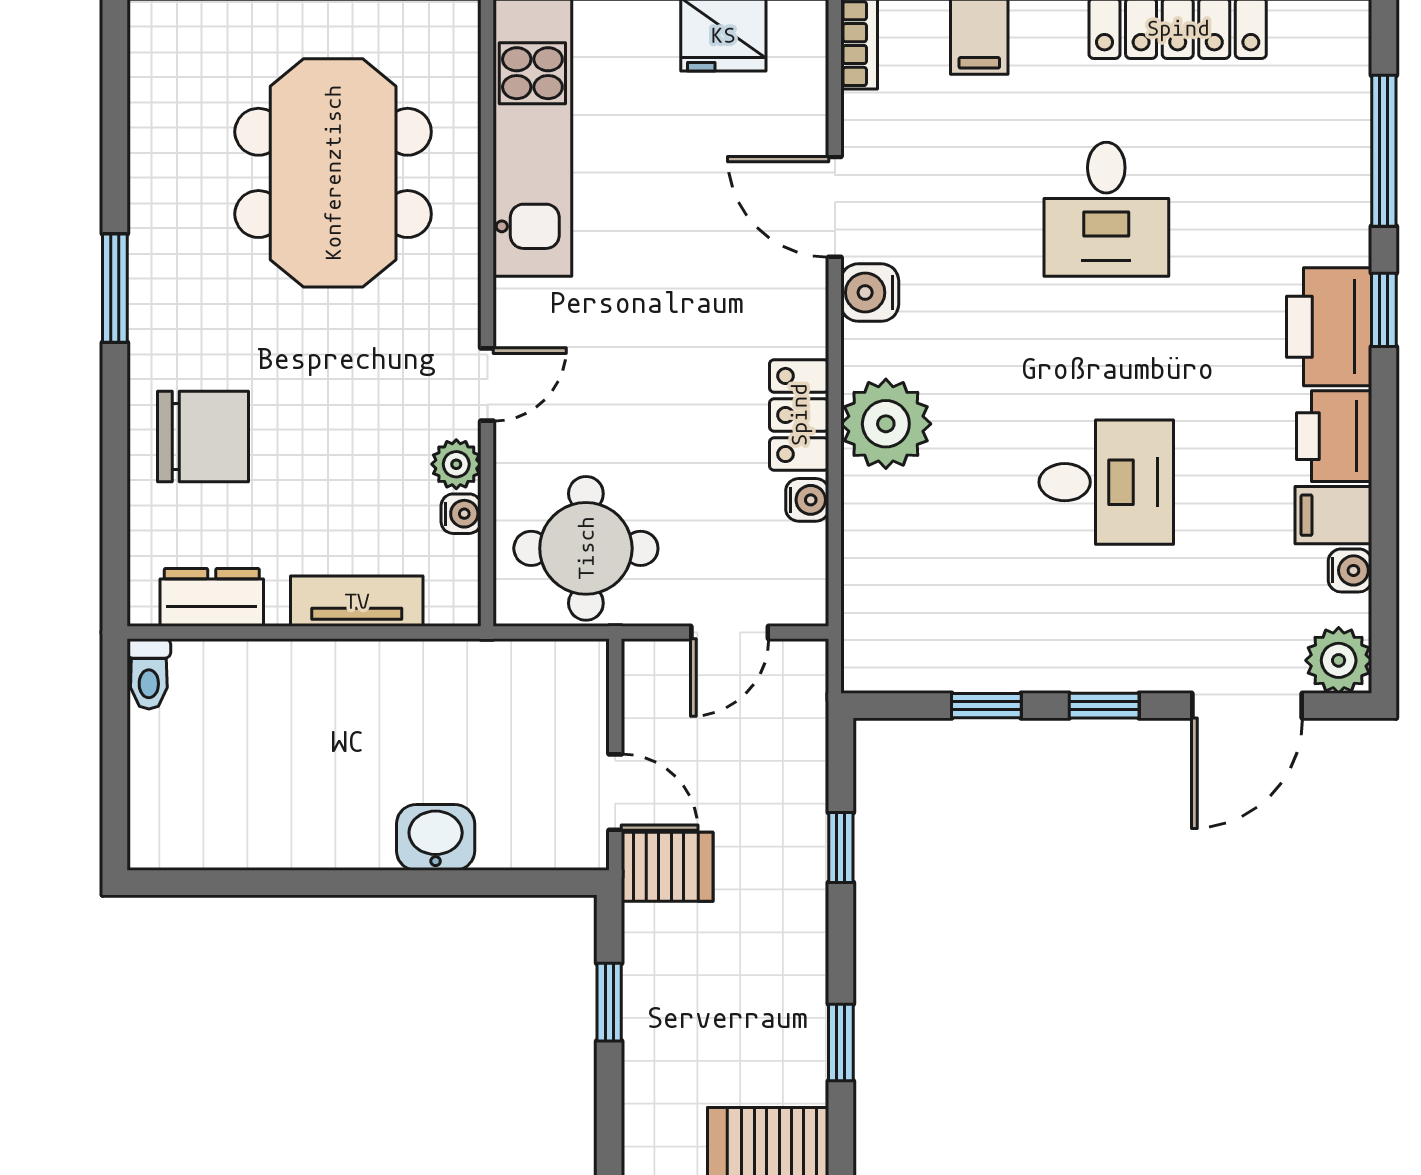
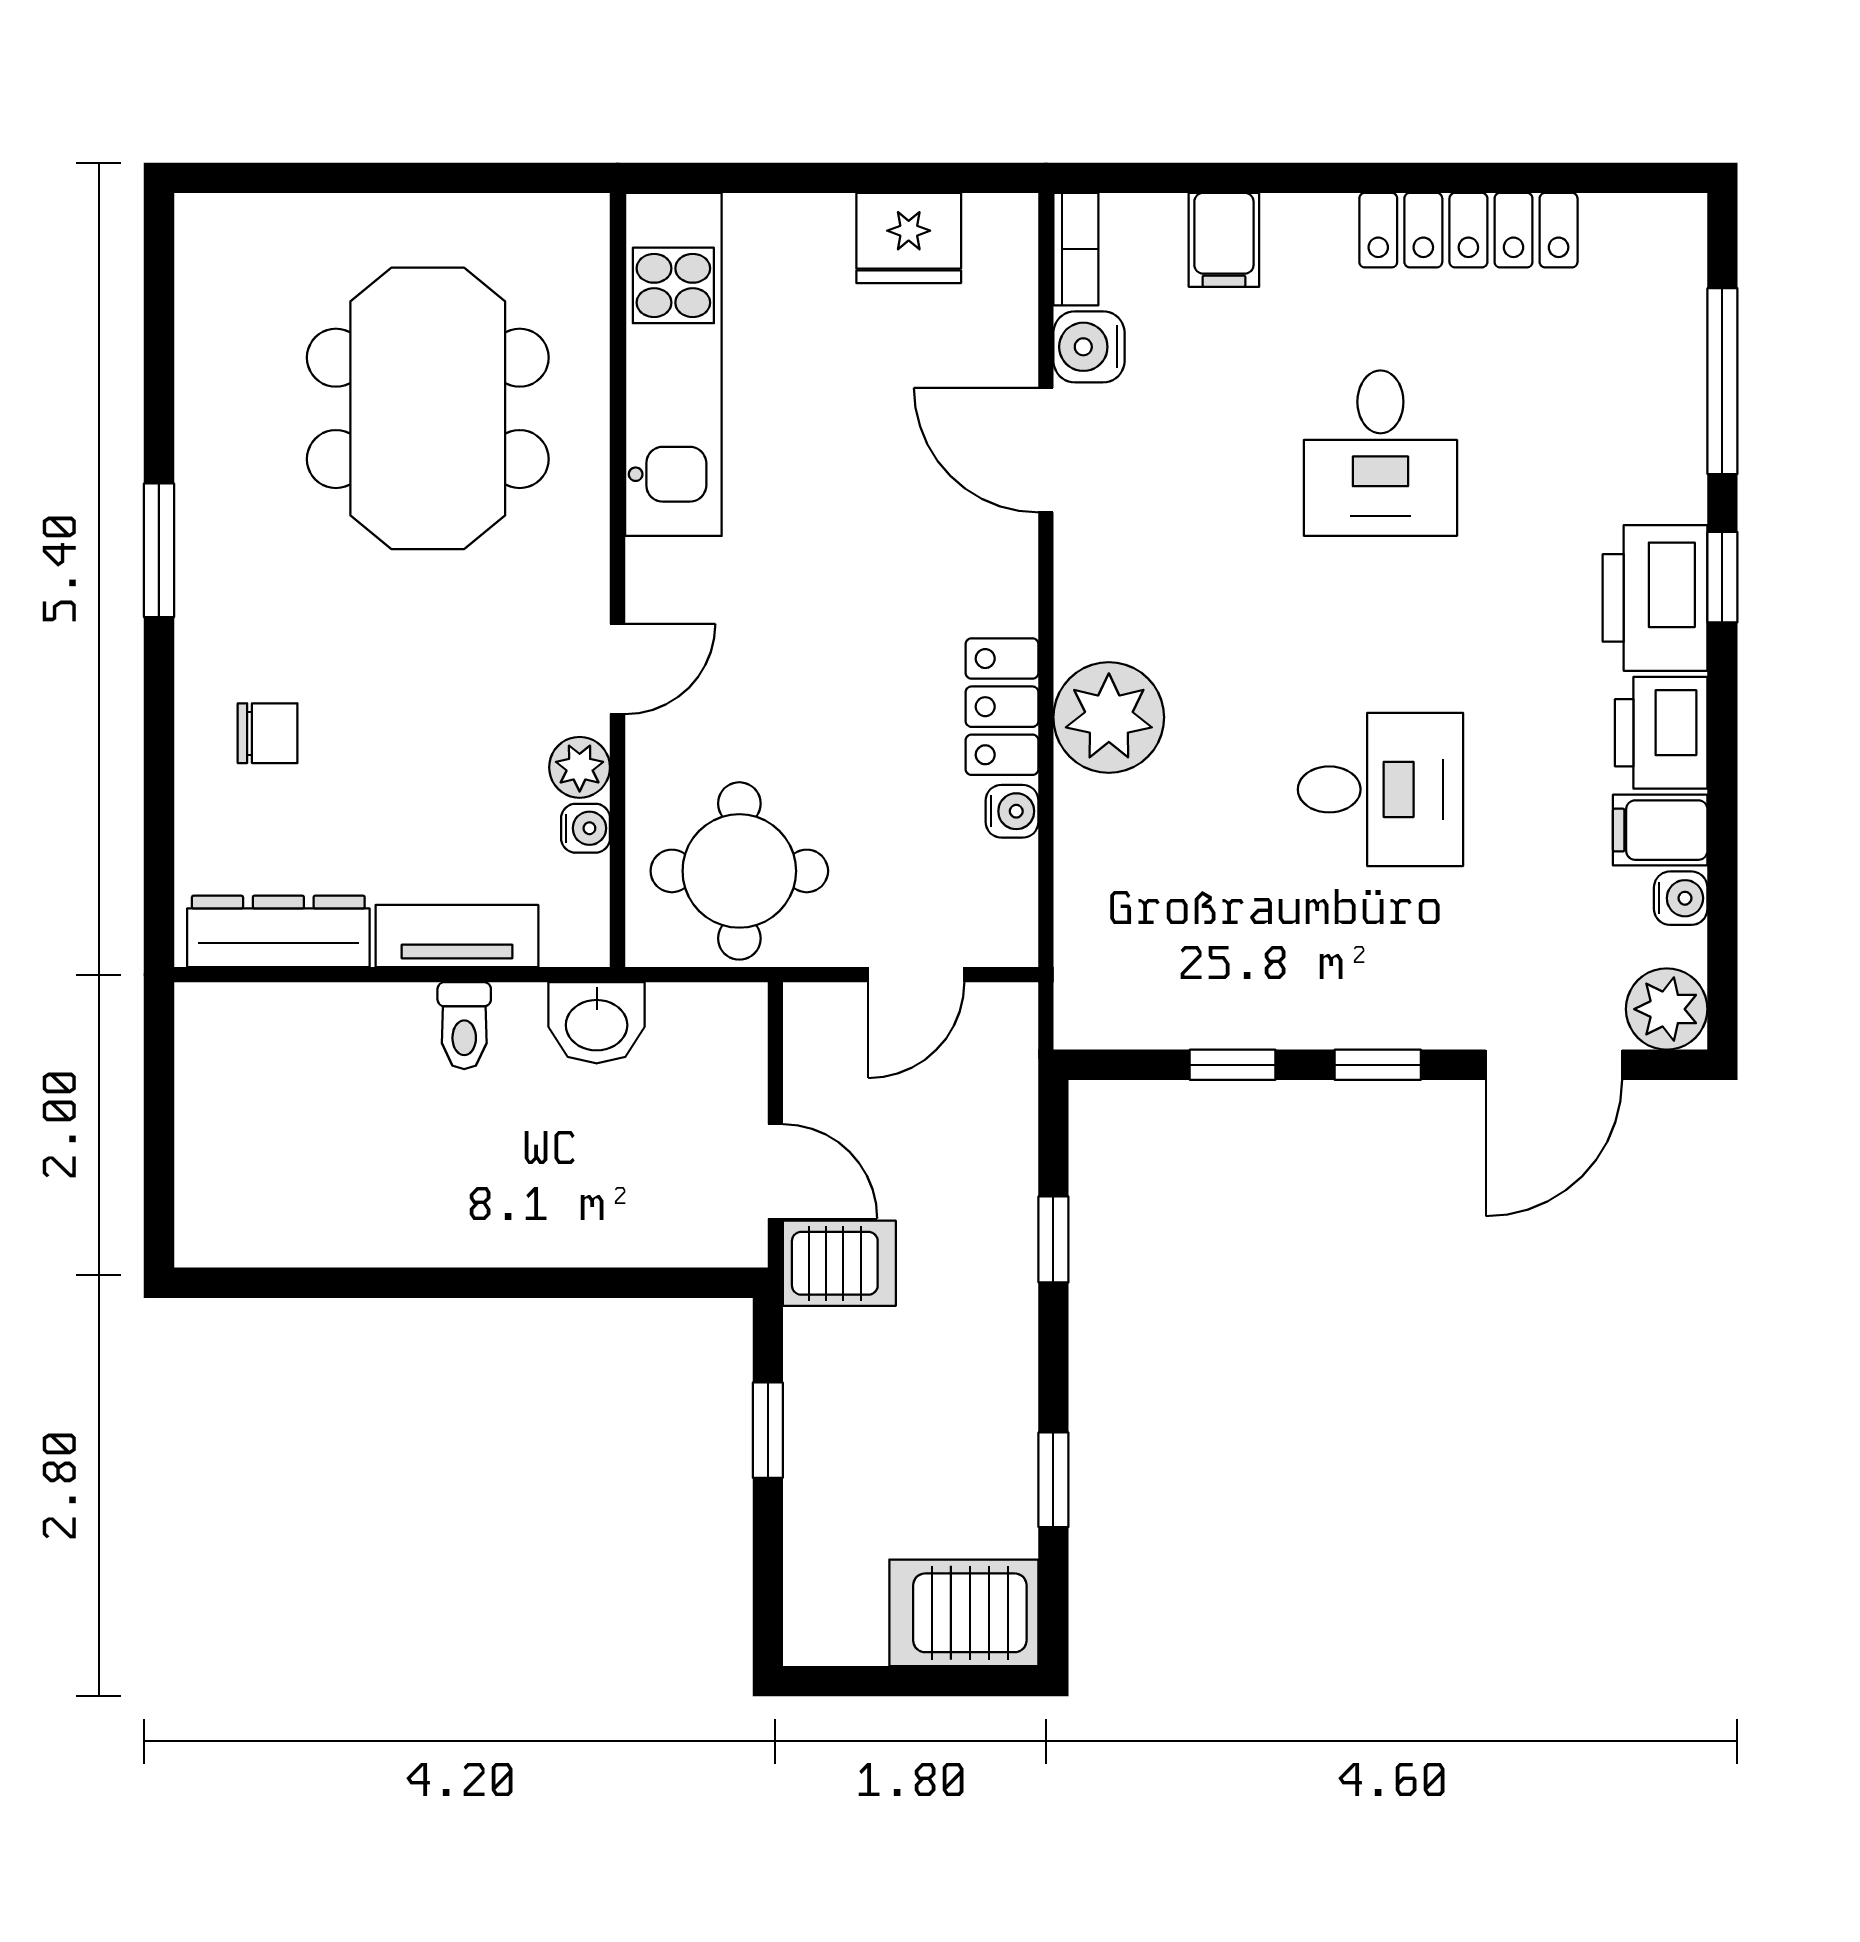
water cooler: (870, 293) -> (1089, 347), moved
chair: (203, 437) -> (268, 733), width x0.54, depth x0.54
dresser: (212, 597) -> (278, 931), width x1.44
toilet: (149, 674) -> (464, 1026), moved
washbasin: (436, 837) -> (597, 1023), moved, turned 180

